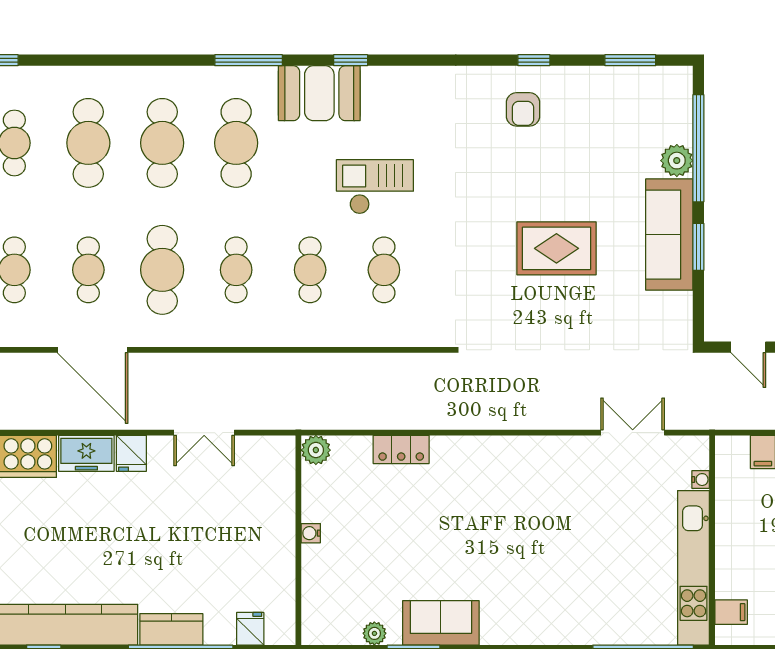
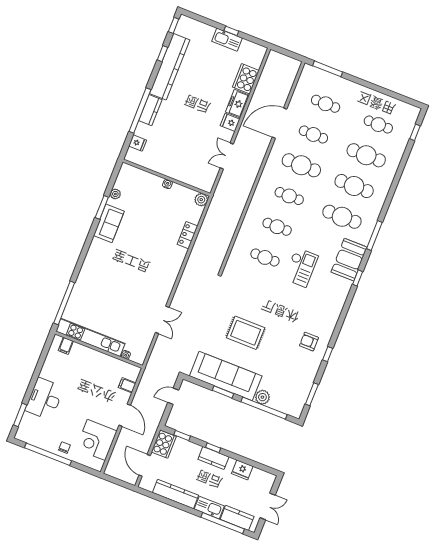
sofa: (669, 235) -> (226, 376), width x1.36, depth x1.27
rug: (556, 248) -> (246, 333), turned 90
double door: (633, 433) -> (162, 320), moved

